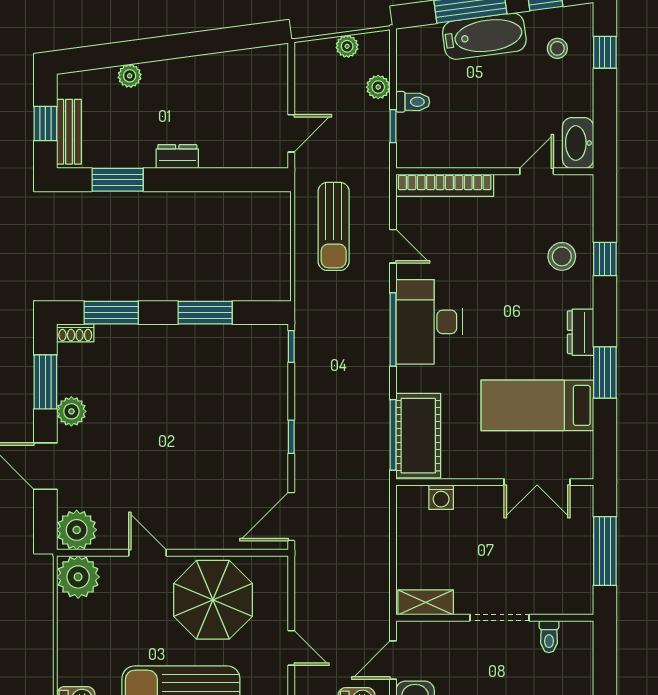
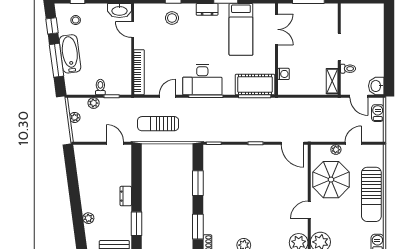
sun lounger: (334, 226) -> (158, 124), turned 180
plant: (278, 610) -> (336, 150), added
toilet: (549, 637) -> (348, 69), moved

